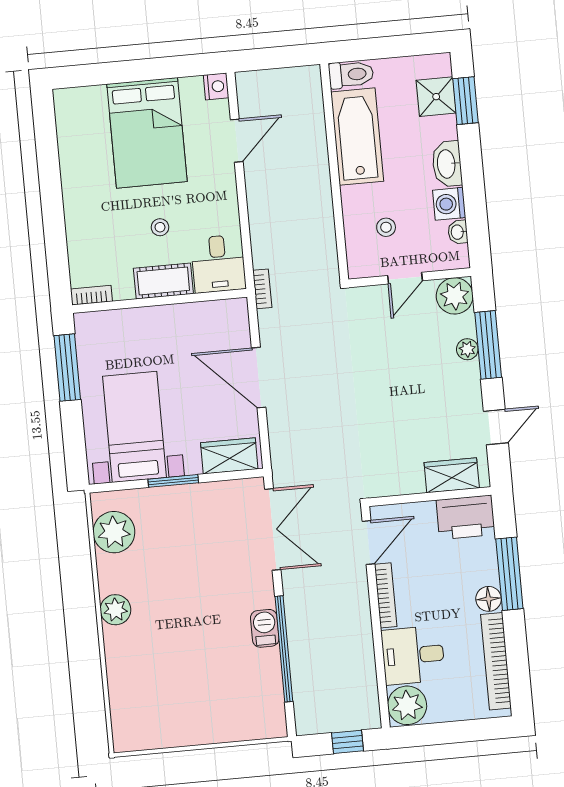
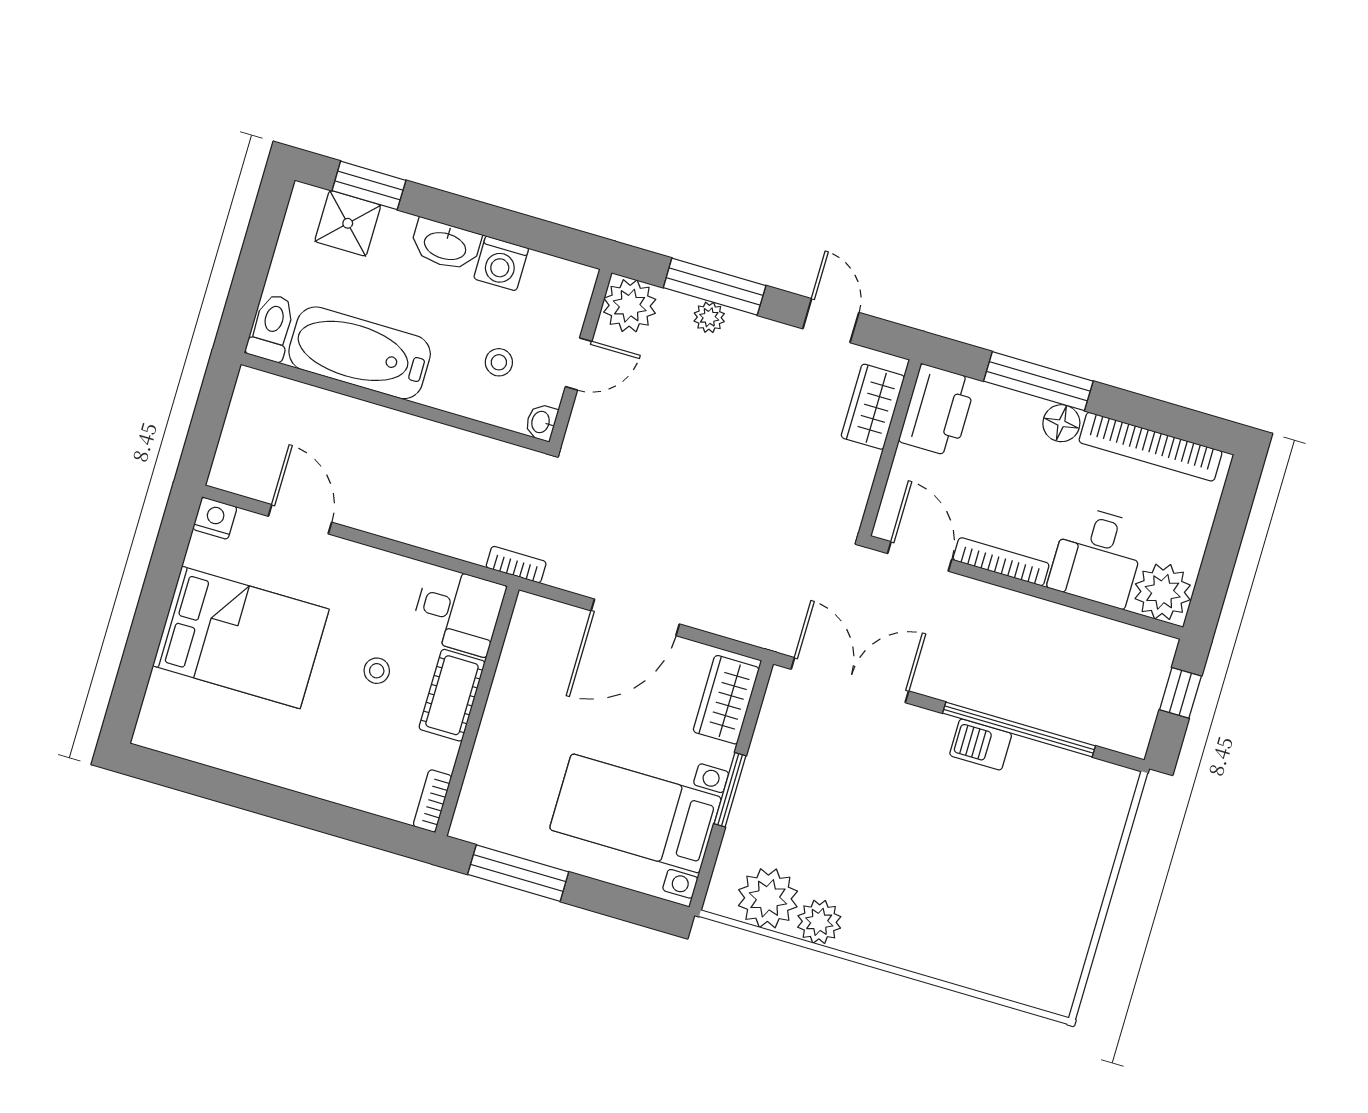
washbasin: (458, 232) -> (541, 422), moved, turned 90
door: (405, 278) -> (579, 364), hinge flipped
plant: (115, 610) -> (819, 922), moved

